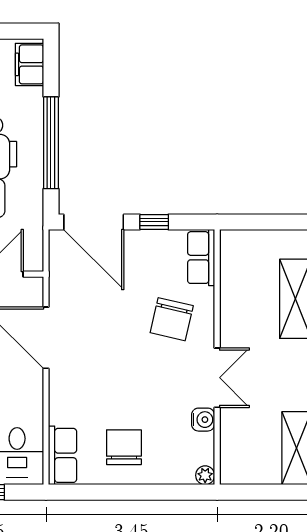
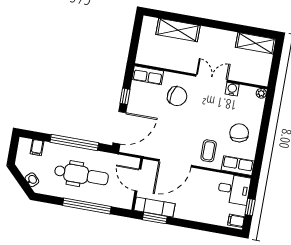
filing cabinet: (29, 64) -> (37, 147), width x0.50
coffee table: (80, 396) -> (209, 151), added
chair: (124, 447) -> (239, 133), turned 79

